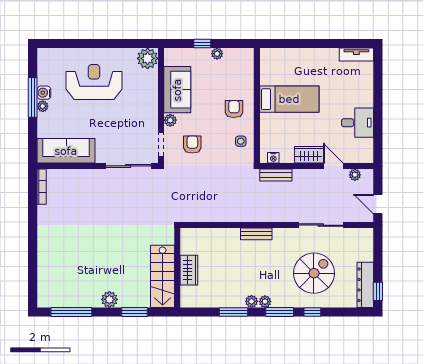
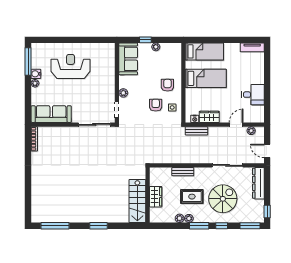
plant: (148, 58) -> (108, 50), removed
bed: (287, 60) -> (204, 51), added
sofa: (177, 90) -> (128, 59), moved
window: (33, 97) -> (28, 62), moved
armchair: (192, 145) -> (156, 105), moved
wardrobe: (309, 155) -> (209, 117), moved
door: (333, 166) -> (236, 125), hinge flipped
wall: (177, 268) -> (148, 195), moved
wardrobe: (189, 270) -> (156, 197), moved
rug: (269, 270) -> (192, 197), added
stairs: (163, 276) -> (137, 201), moved
dresser: (365, 285) -> (258, 183), moved
plant: (109, 299) -> (81, 217), removed
window: (233, 312) -> (250, 226), moved

